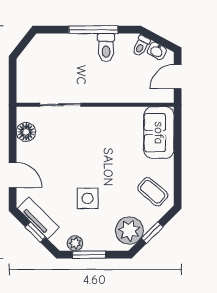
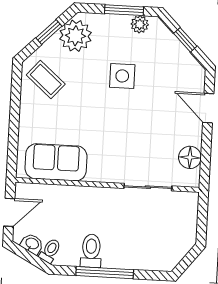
sofa: (159, 133) -> (56, 162), moved, turned -90
tv unit: (38, 218) -> (181, 56), removed

